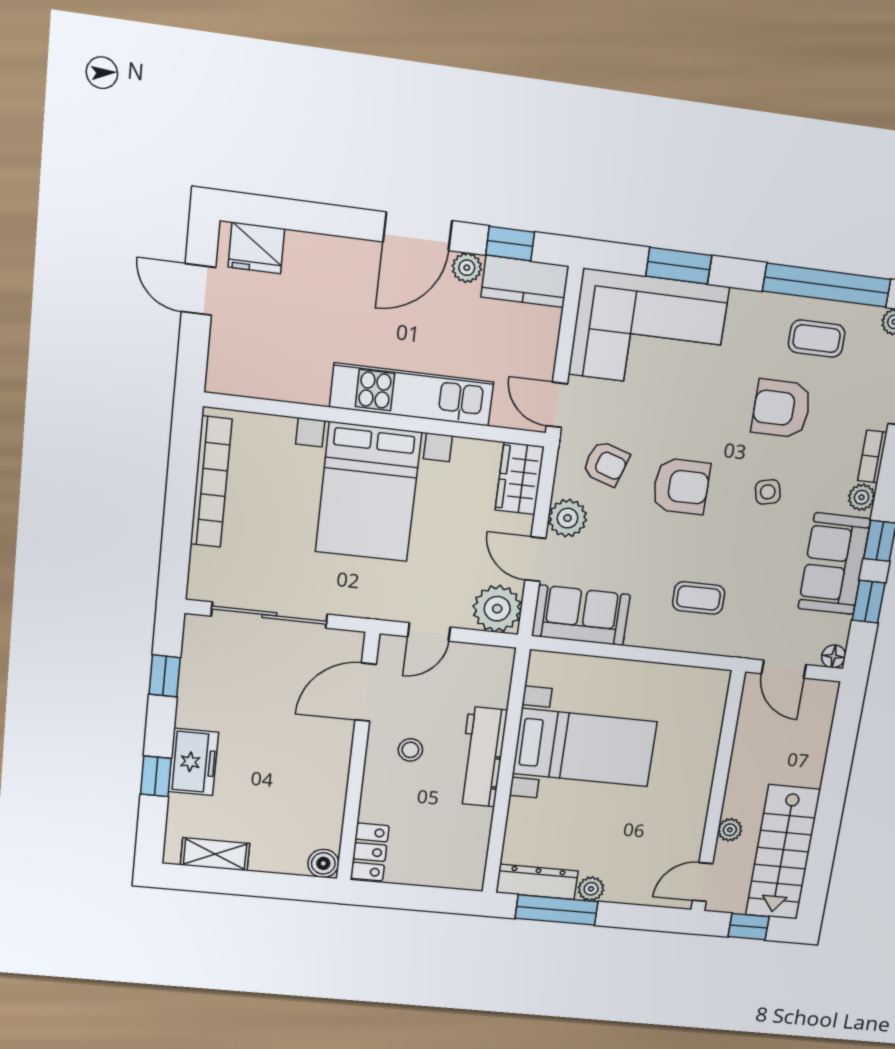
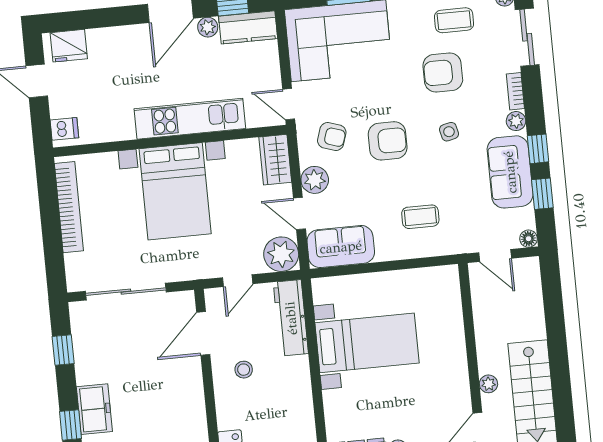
dishwasher: (226, 369) -> (64, 129), added
workbench: (482, 757) -> (291, 318), moved

